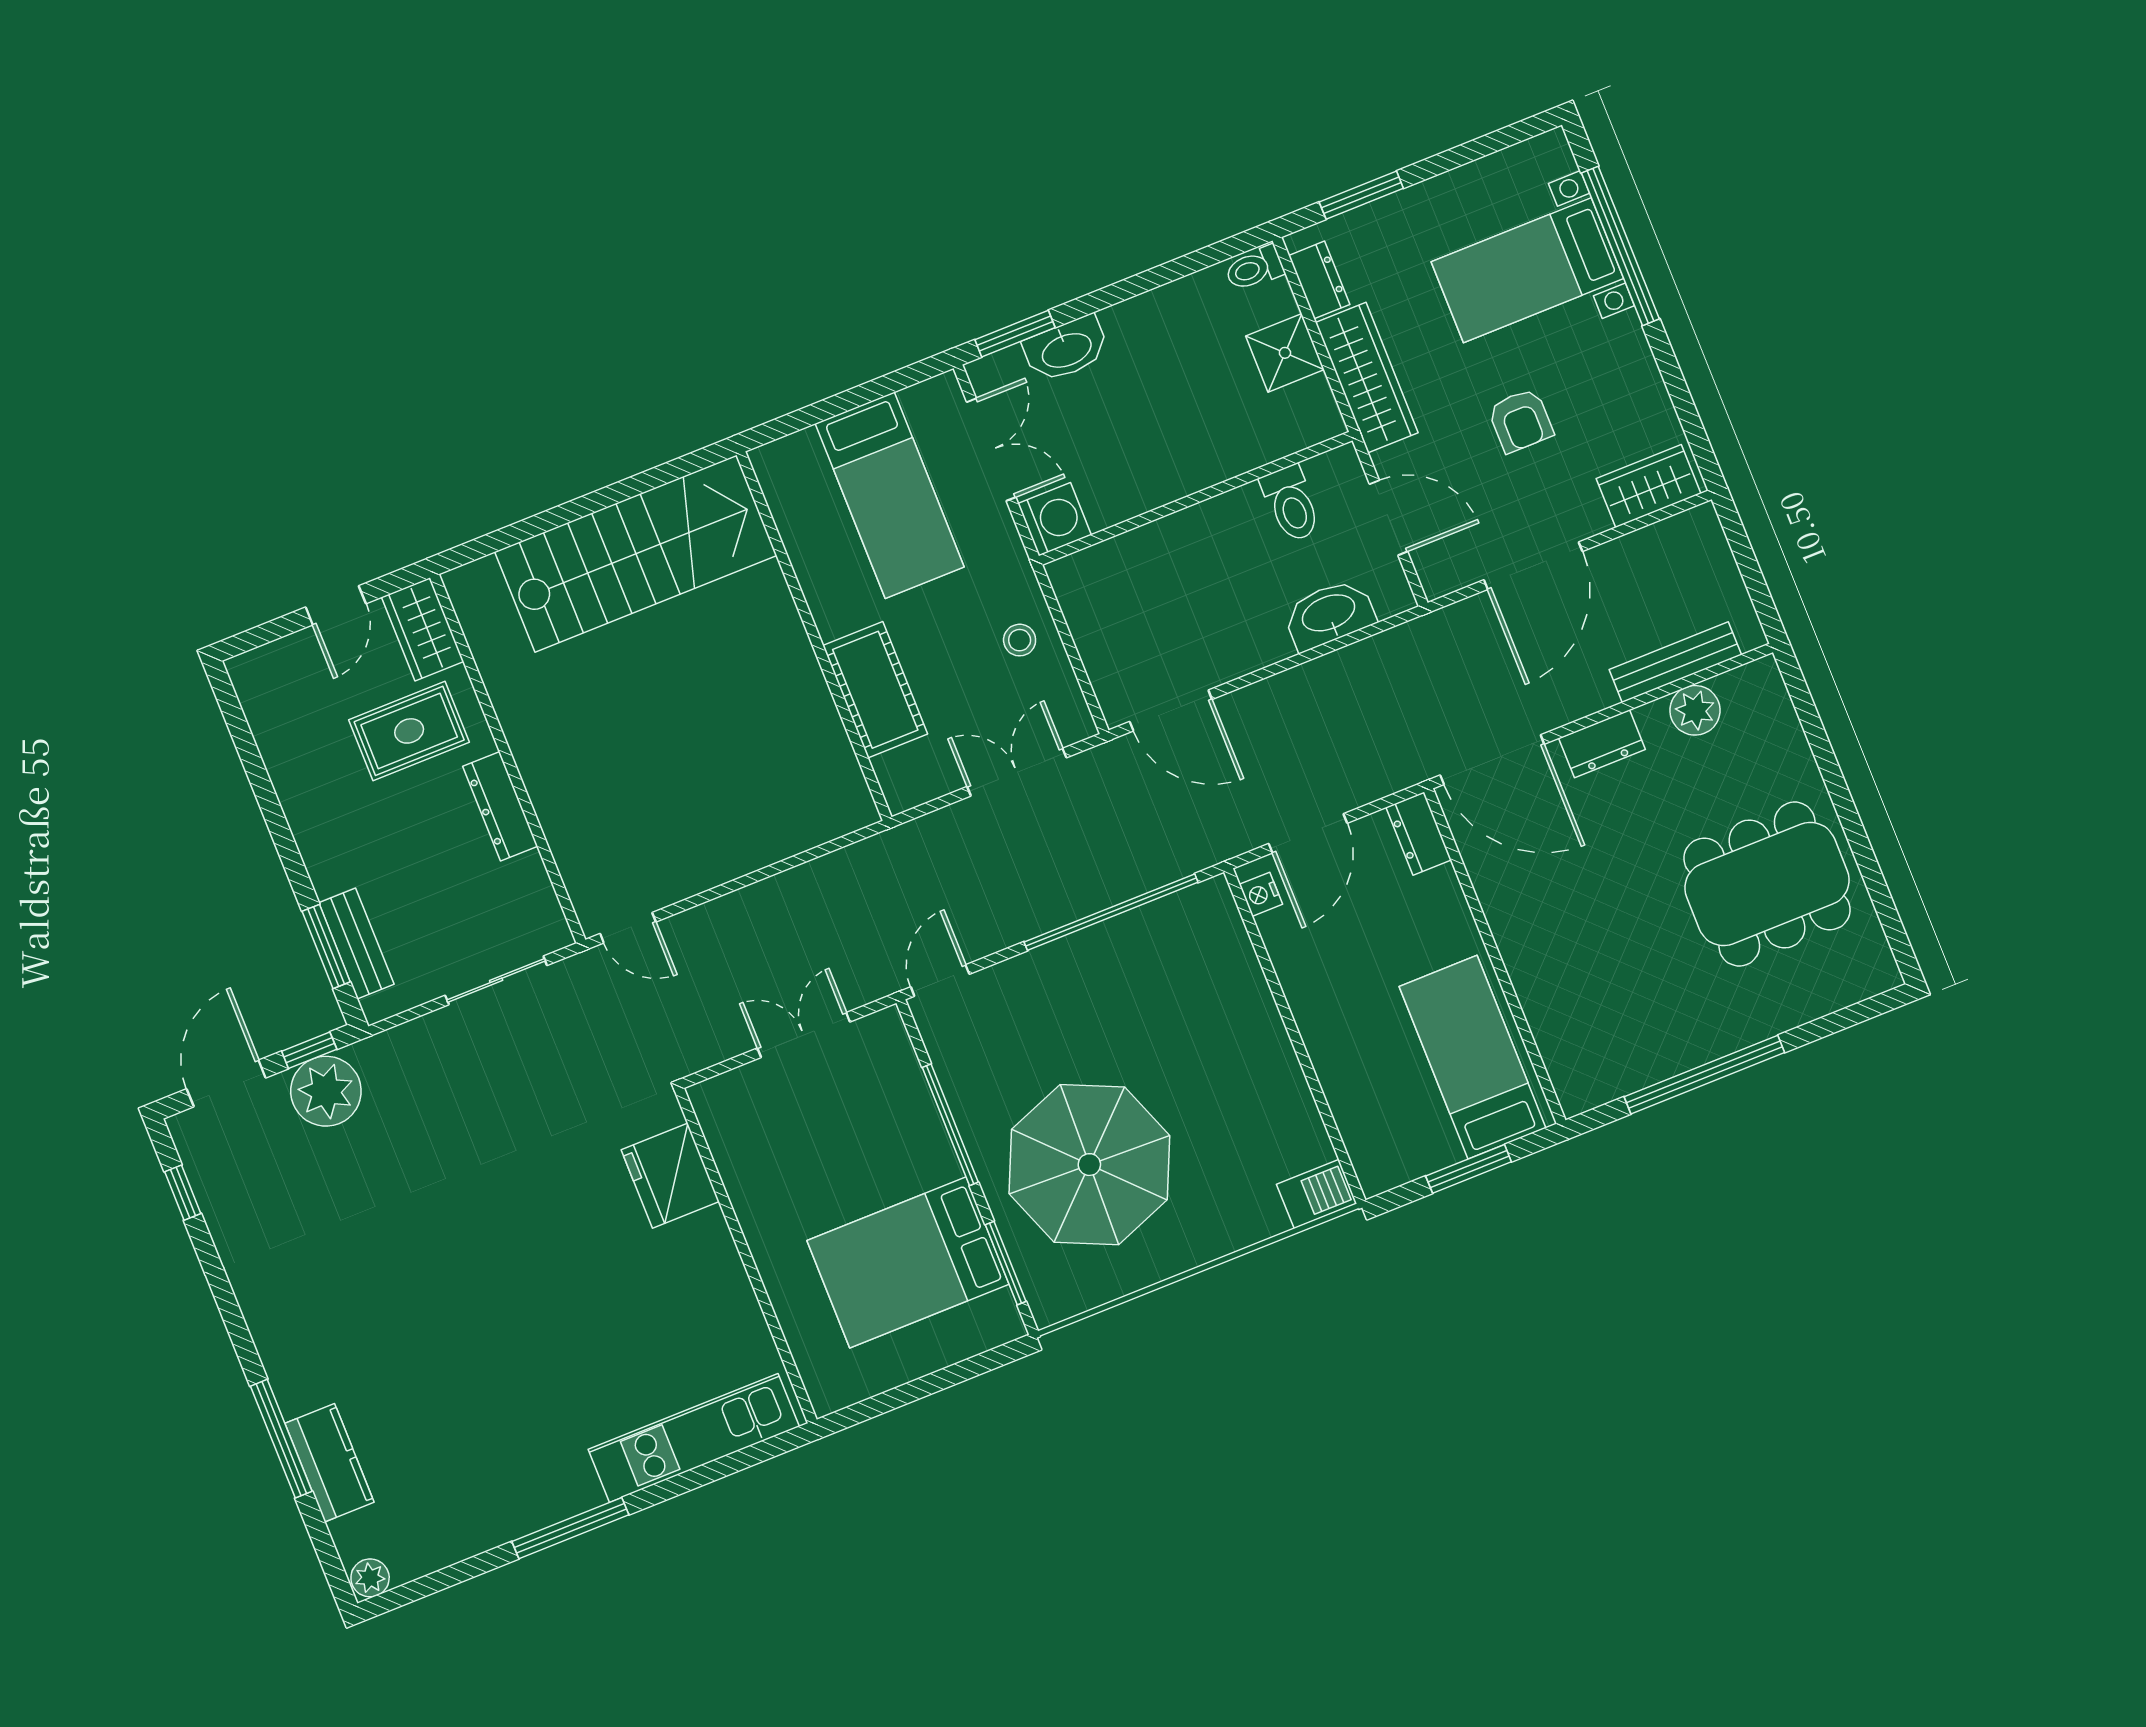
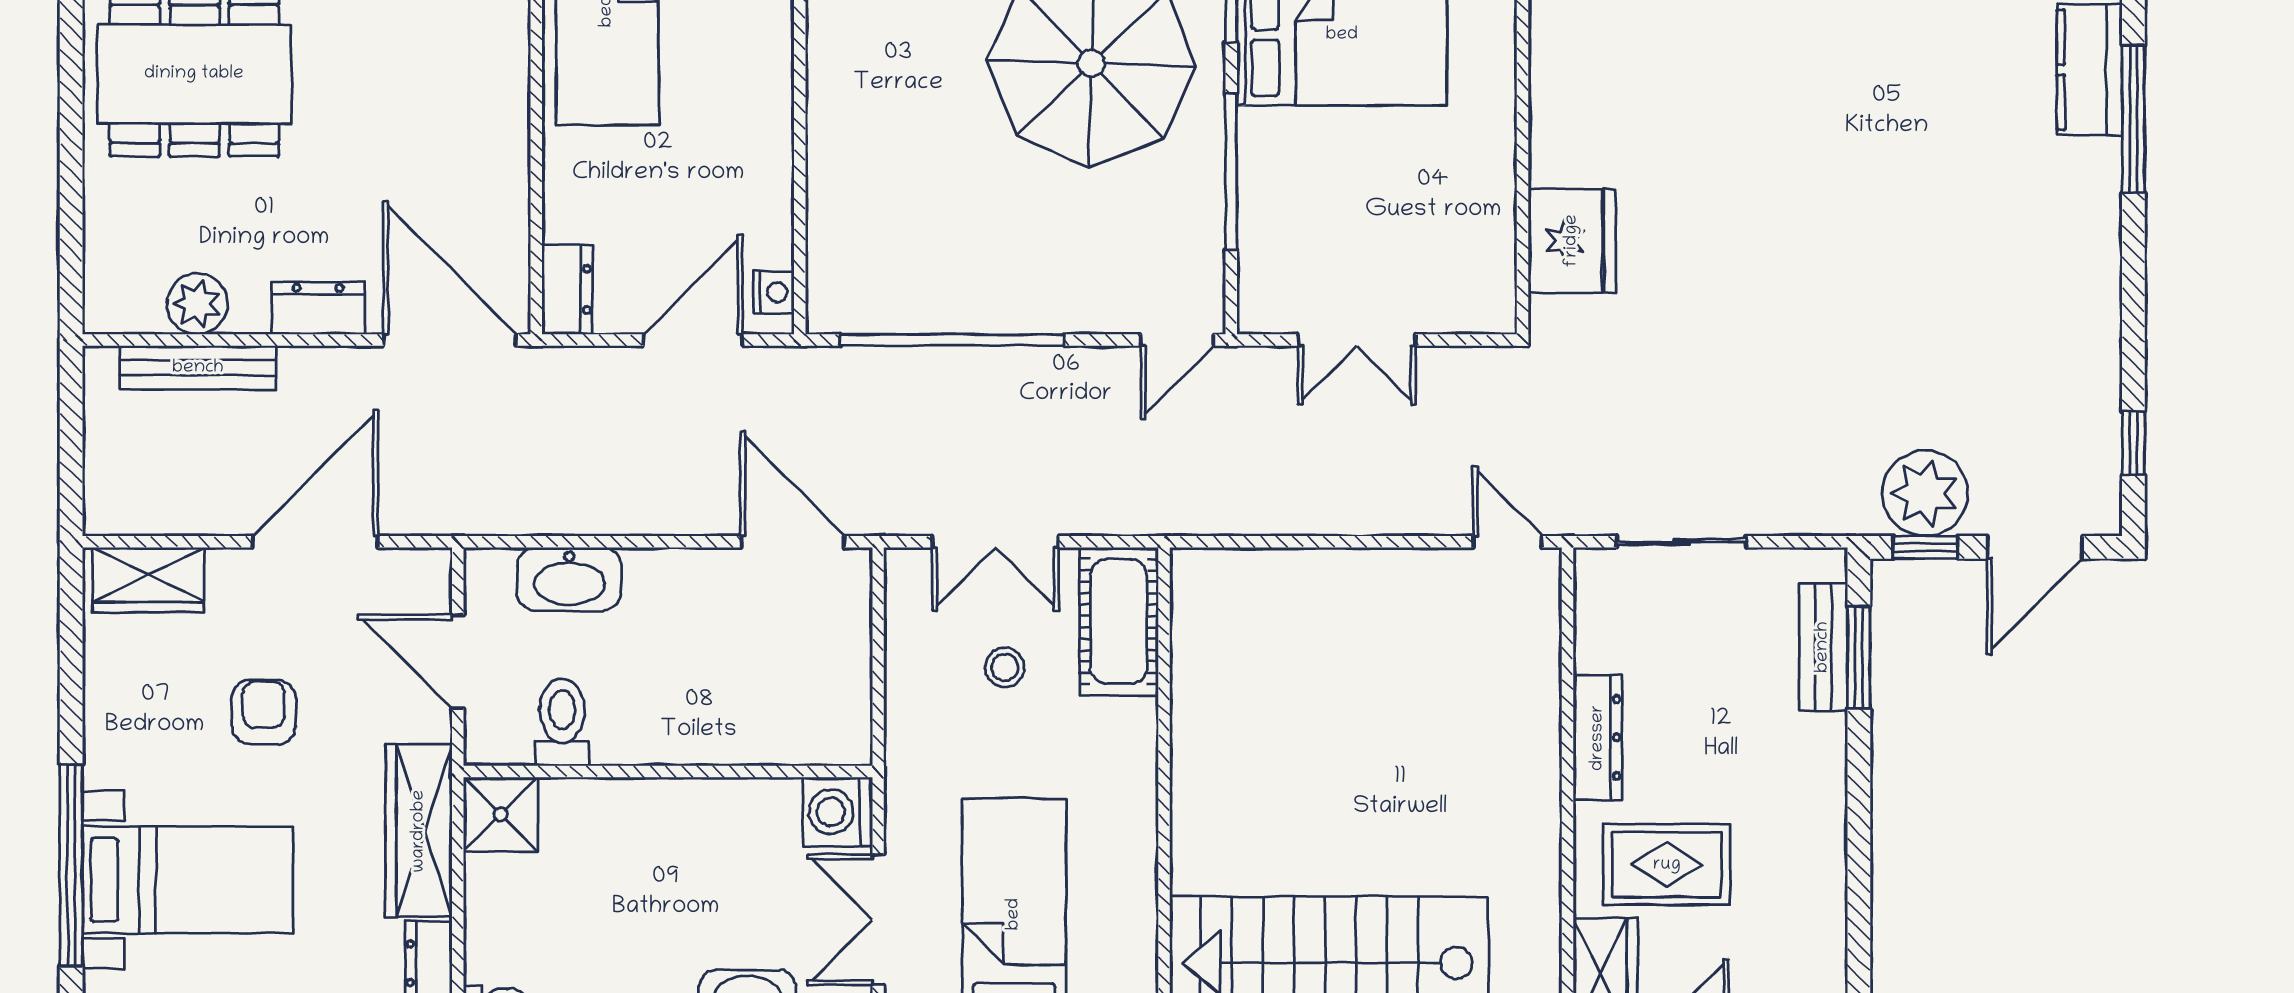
shower: (1285, 353) -> (501, 814), moved
stool: (1020, 640) -> (1005, 668), moved
cot: (875, 690) -> (1119, 622), moved

